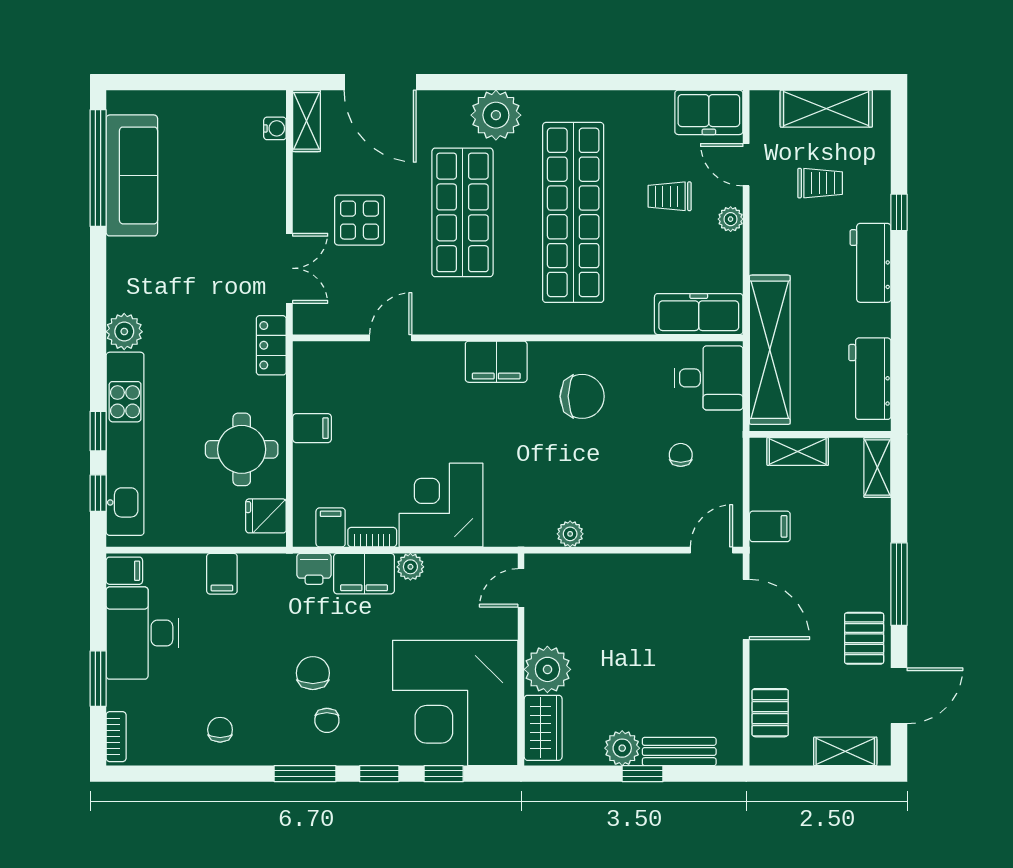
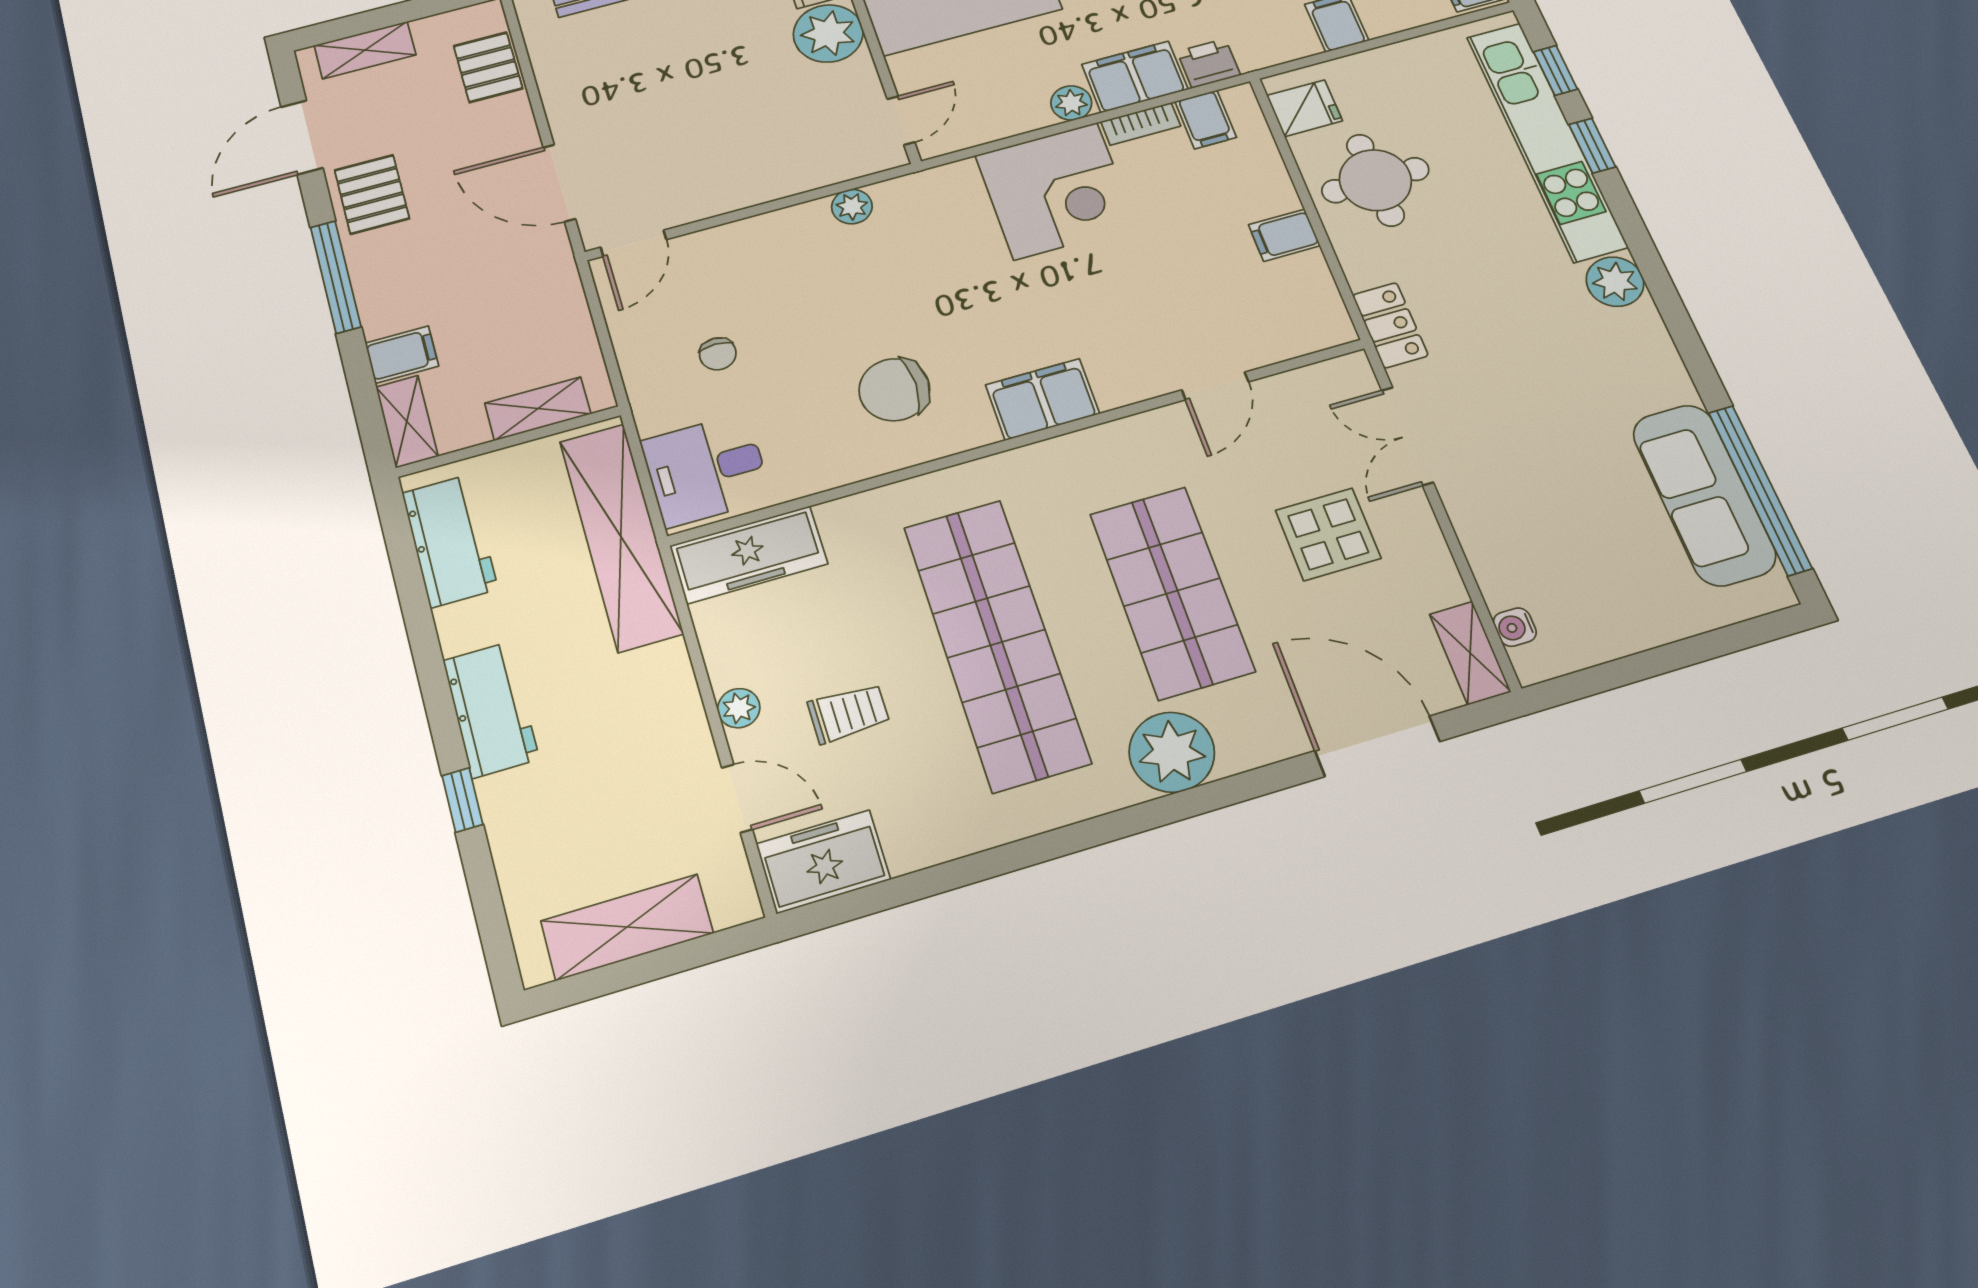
trolley: (820, 183) -> (606, 806), removed
filing cabinet: (770, 526) -> (402, 355), moved, turned 180

